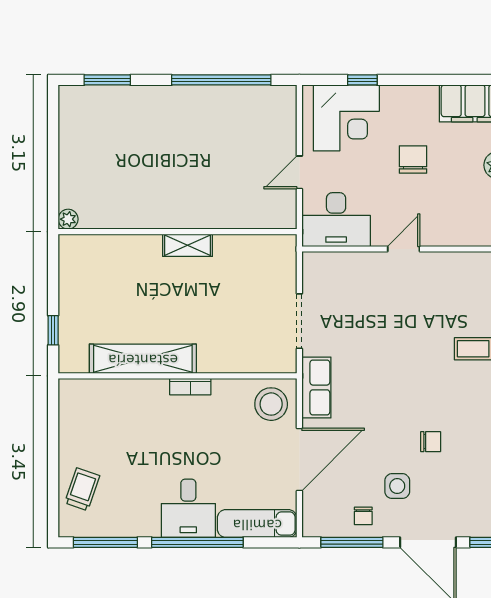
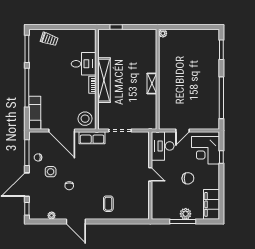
door: (299, 172) -> (182, 131), swing flipped
shelving: (143, 359) -> (104, 80), moved
desk: (188, 508) -> (84, 64), moved, turned 180

